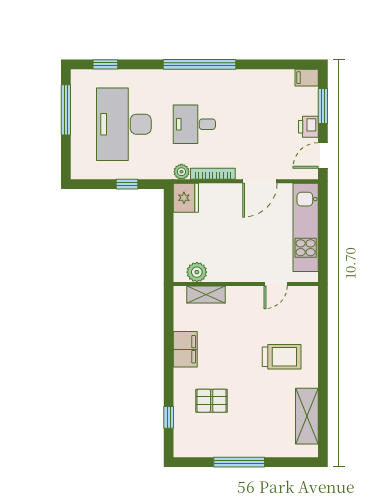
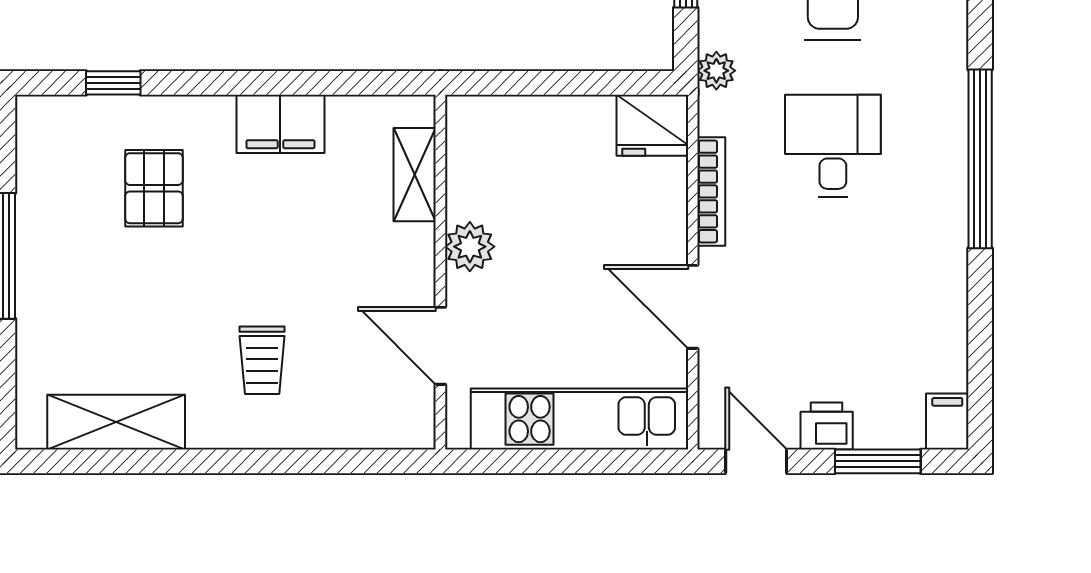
plant: (181, 172) -> (716, 71), moved
plant: (197, 272) -> (470, 247), moved
door: (276, 284) -> (440, 346), width x1.38
trolley: (282, 357) -> (262, 360), width x0.73, depth x0.72

